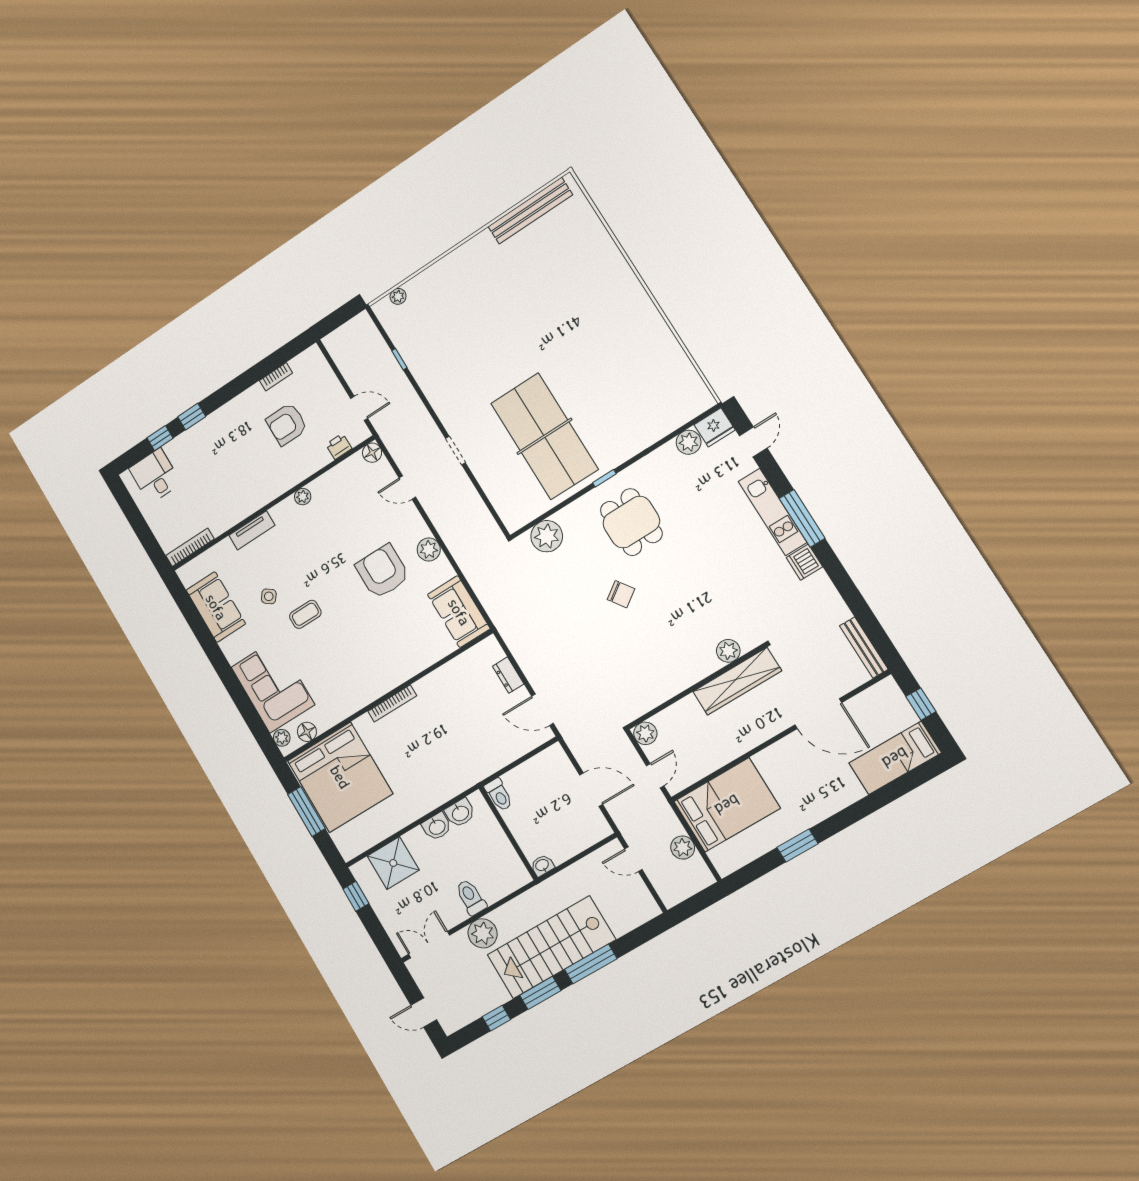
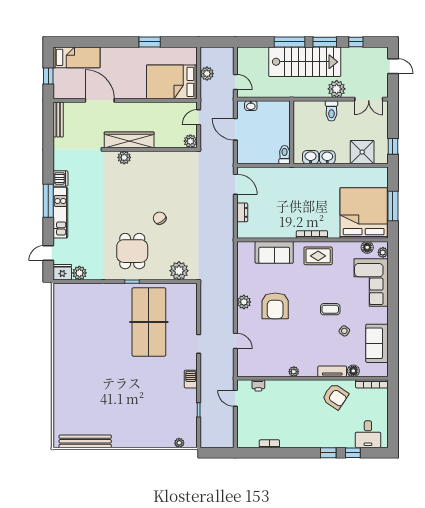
barbecue: (436, 395) -> (191, 379), added
armchair: (287, 424) -> (335, 396), moved, turned 34
floor lamp: (372, 453) -> (353, 371), moved
sofa: (459, 612) -> (274, 252), moved, turned 90
rug: (366, 679) -> (318, 256), added
washbasin: (542, 865) -> (251, 106), moved

